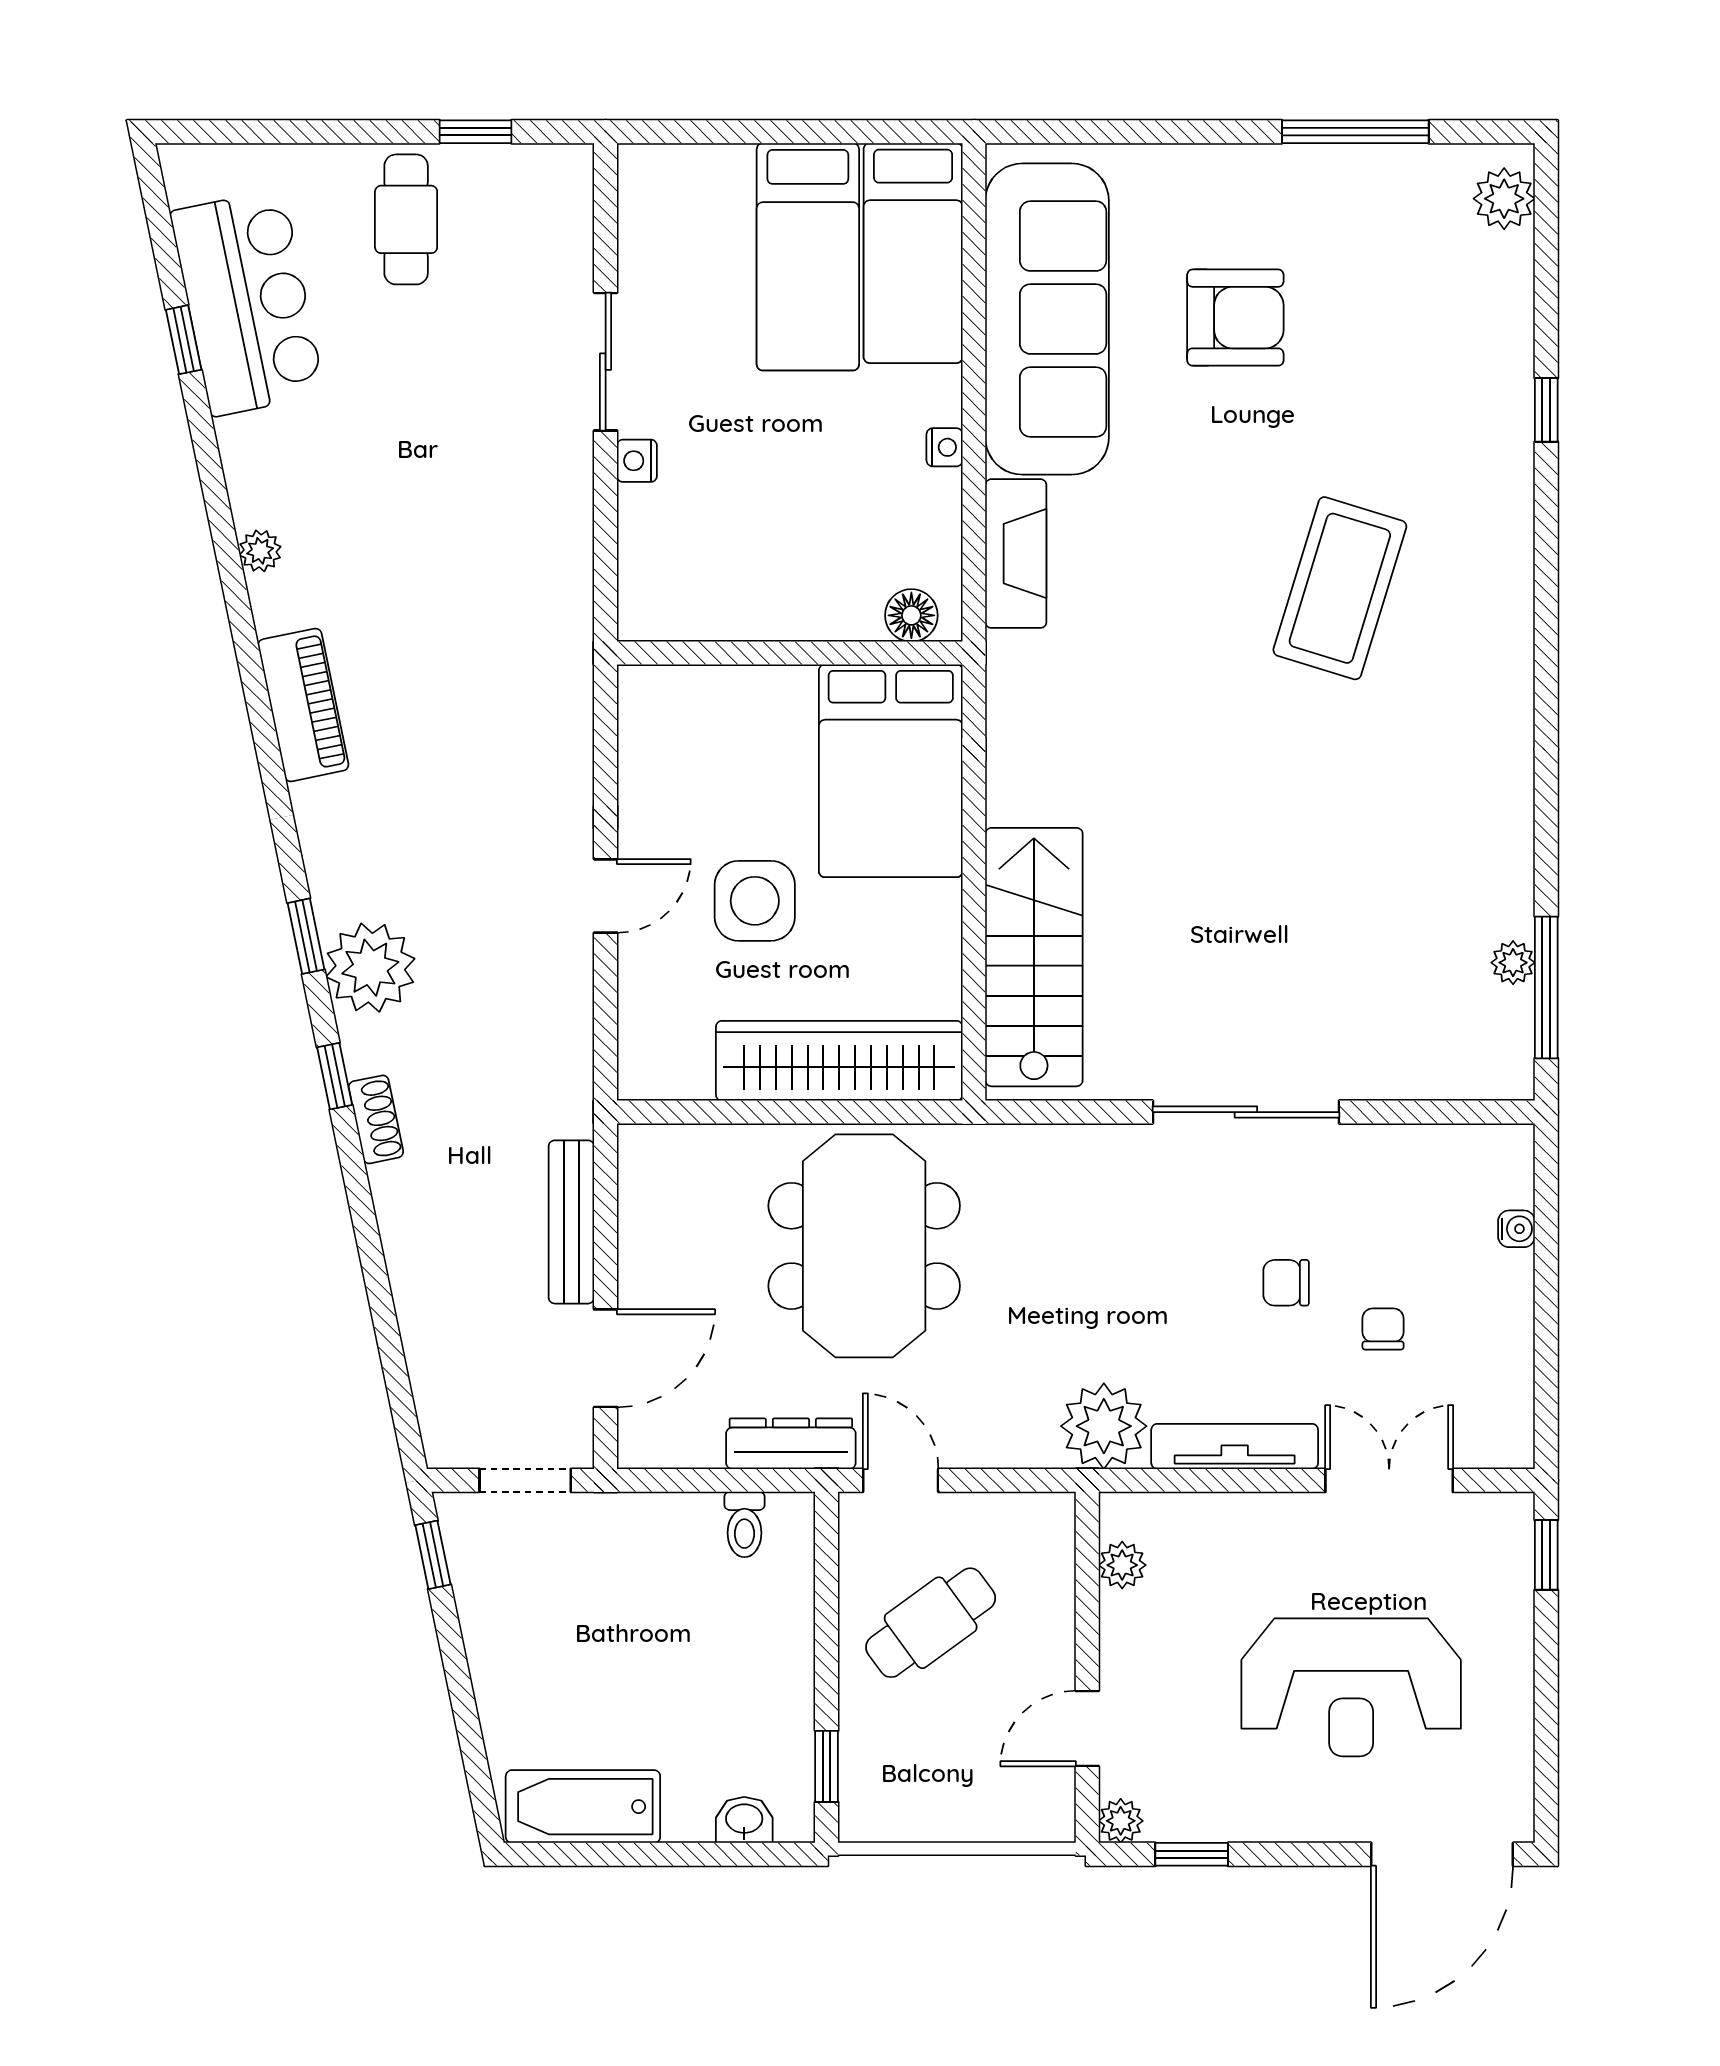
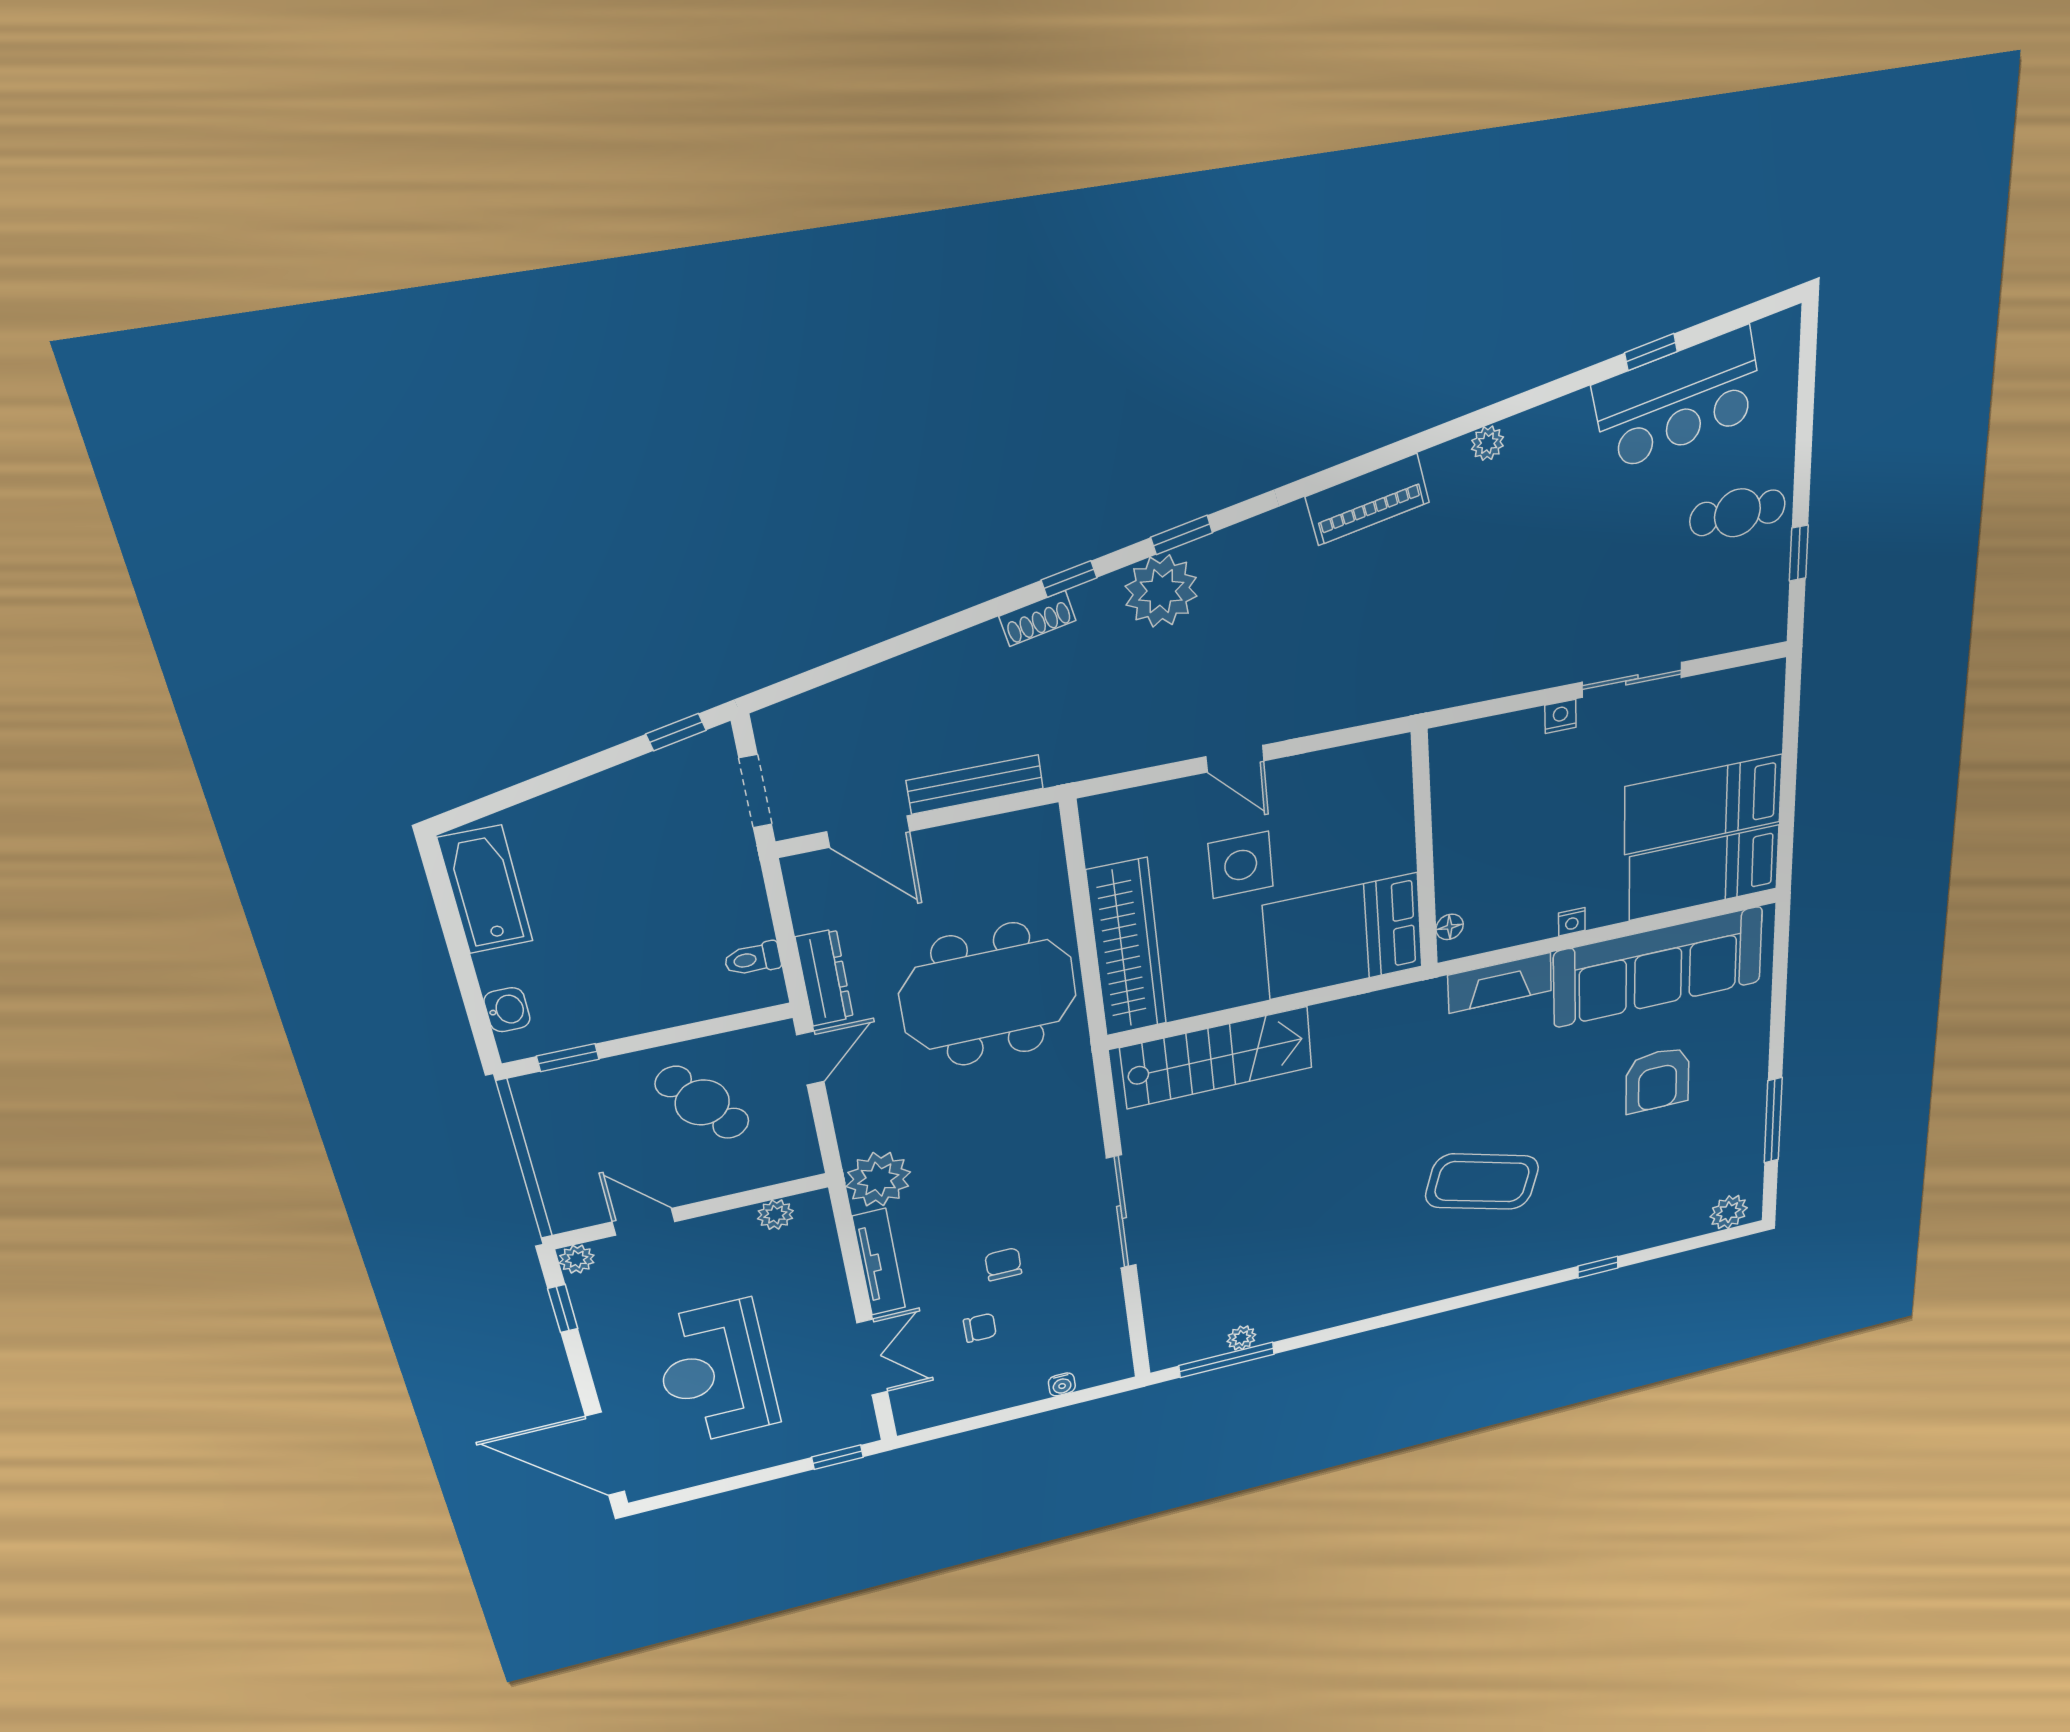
floor lamp: (911, 615) -> (1450, 927), width x0.73, depth x0.73

